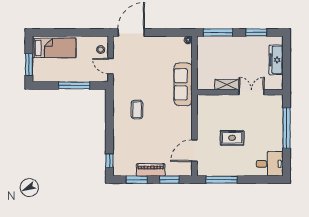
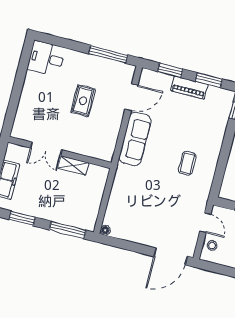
sofa: (183, 84) -> (135, 139), moved
window: (287, 128) -> (15, 96), removed
rug: (232, 138) -> (83, 101), turned 90

